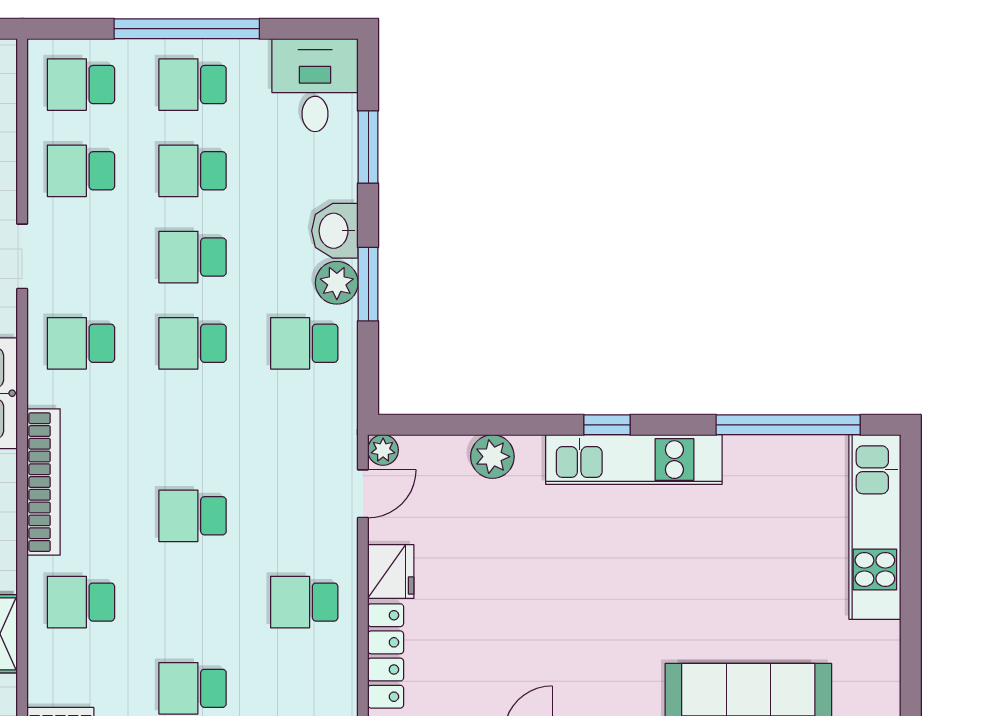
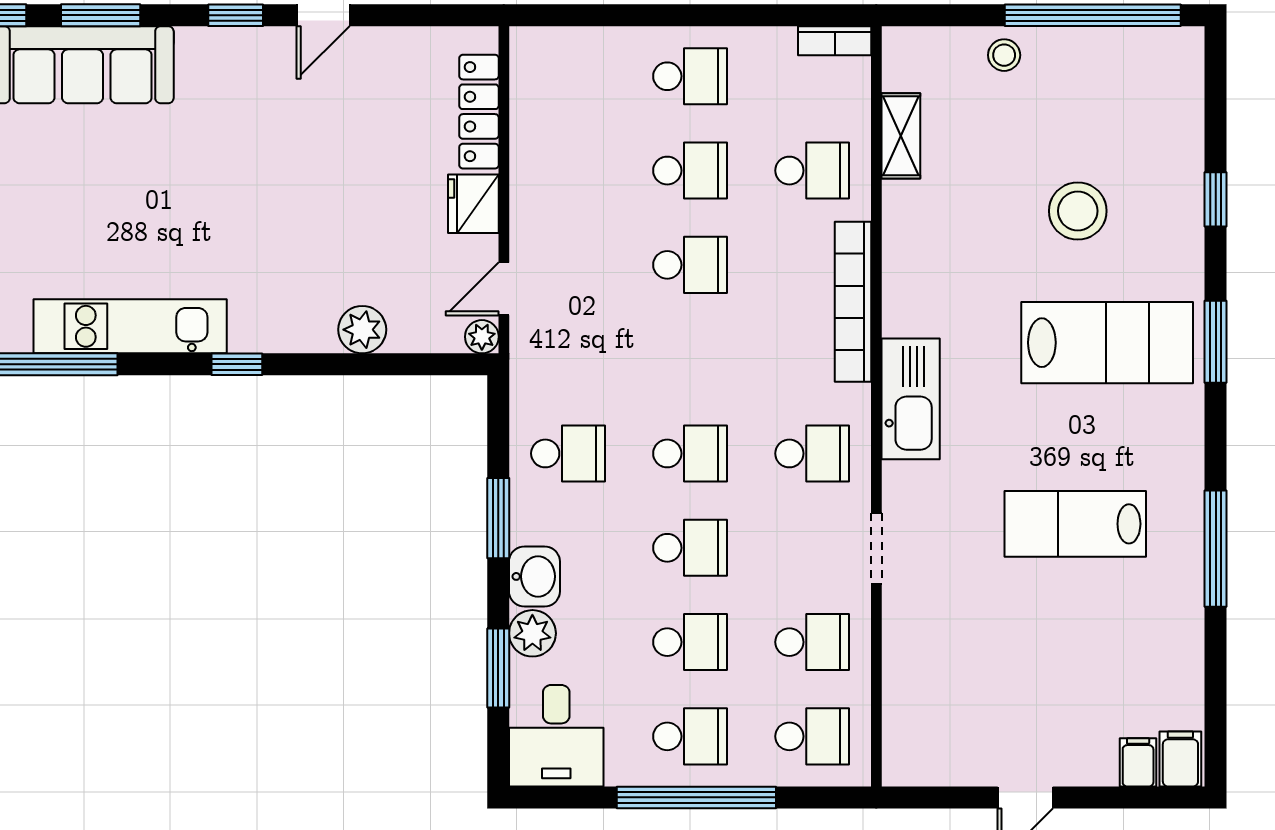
plant: (337, 283) -> (532, 633), moved
kitchen unit: (634, 460) -> (130, 326), moved
school desk: (304, 602) -> (690, 171), moved

